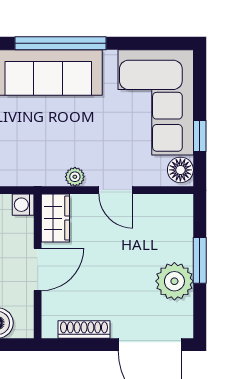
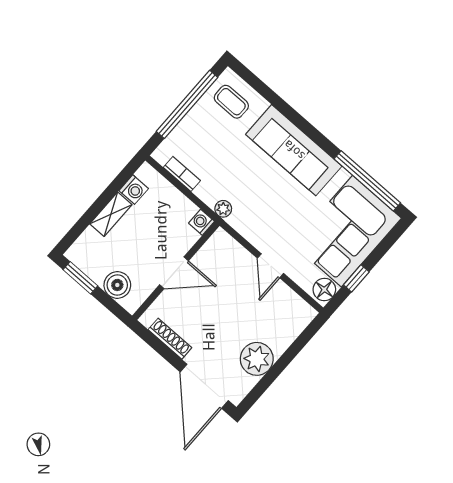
window: (60, 43) -> (367, 181), moved
plant: (75, 177) -> (223, 209), moved
wardrobe: (55, 218) -> (215, 249), removed
window: (200, 260) -> (285, 360), removed

